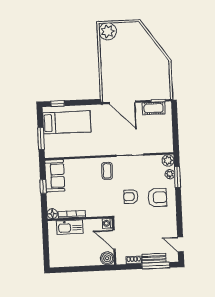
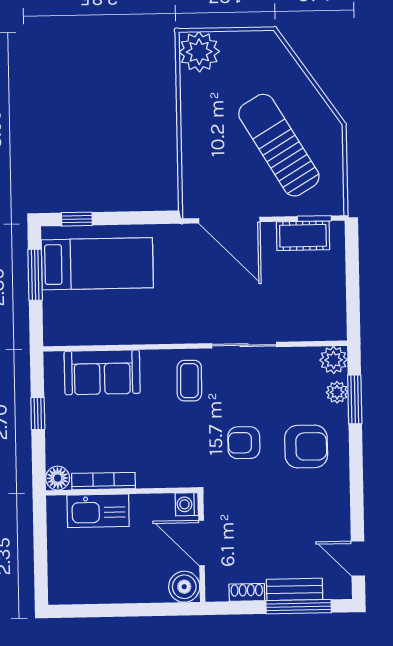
sun lounger: (142, 70) -> (279, 145), added
window: (41, 138) -> (35, 275), moved
sofa: (55, 176) -> (102, 372), moved, turned 90

